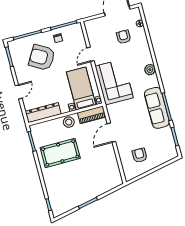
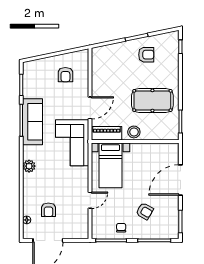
armchair: (42, 57) -> (145, 211), width x0.53, depth x0.53
corner sofa: (114, 82) -> (72, 143), moved
door: (19, 92) -> (180, 180), width x1.88
dresser: (43, 113) -> (160, 150), removed
armchair: (76, 190) -> (146, 55), added

